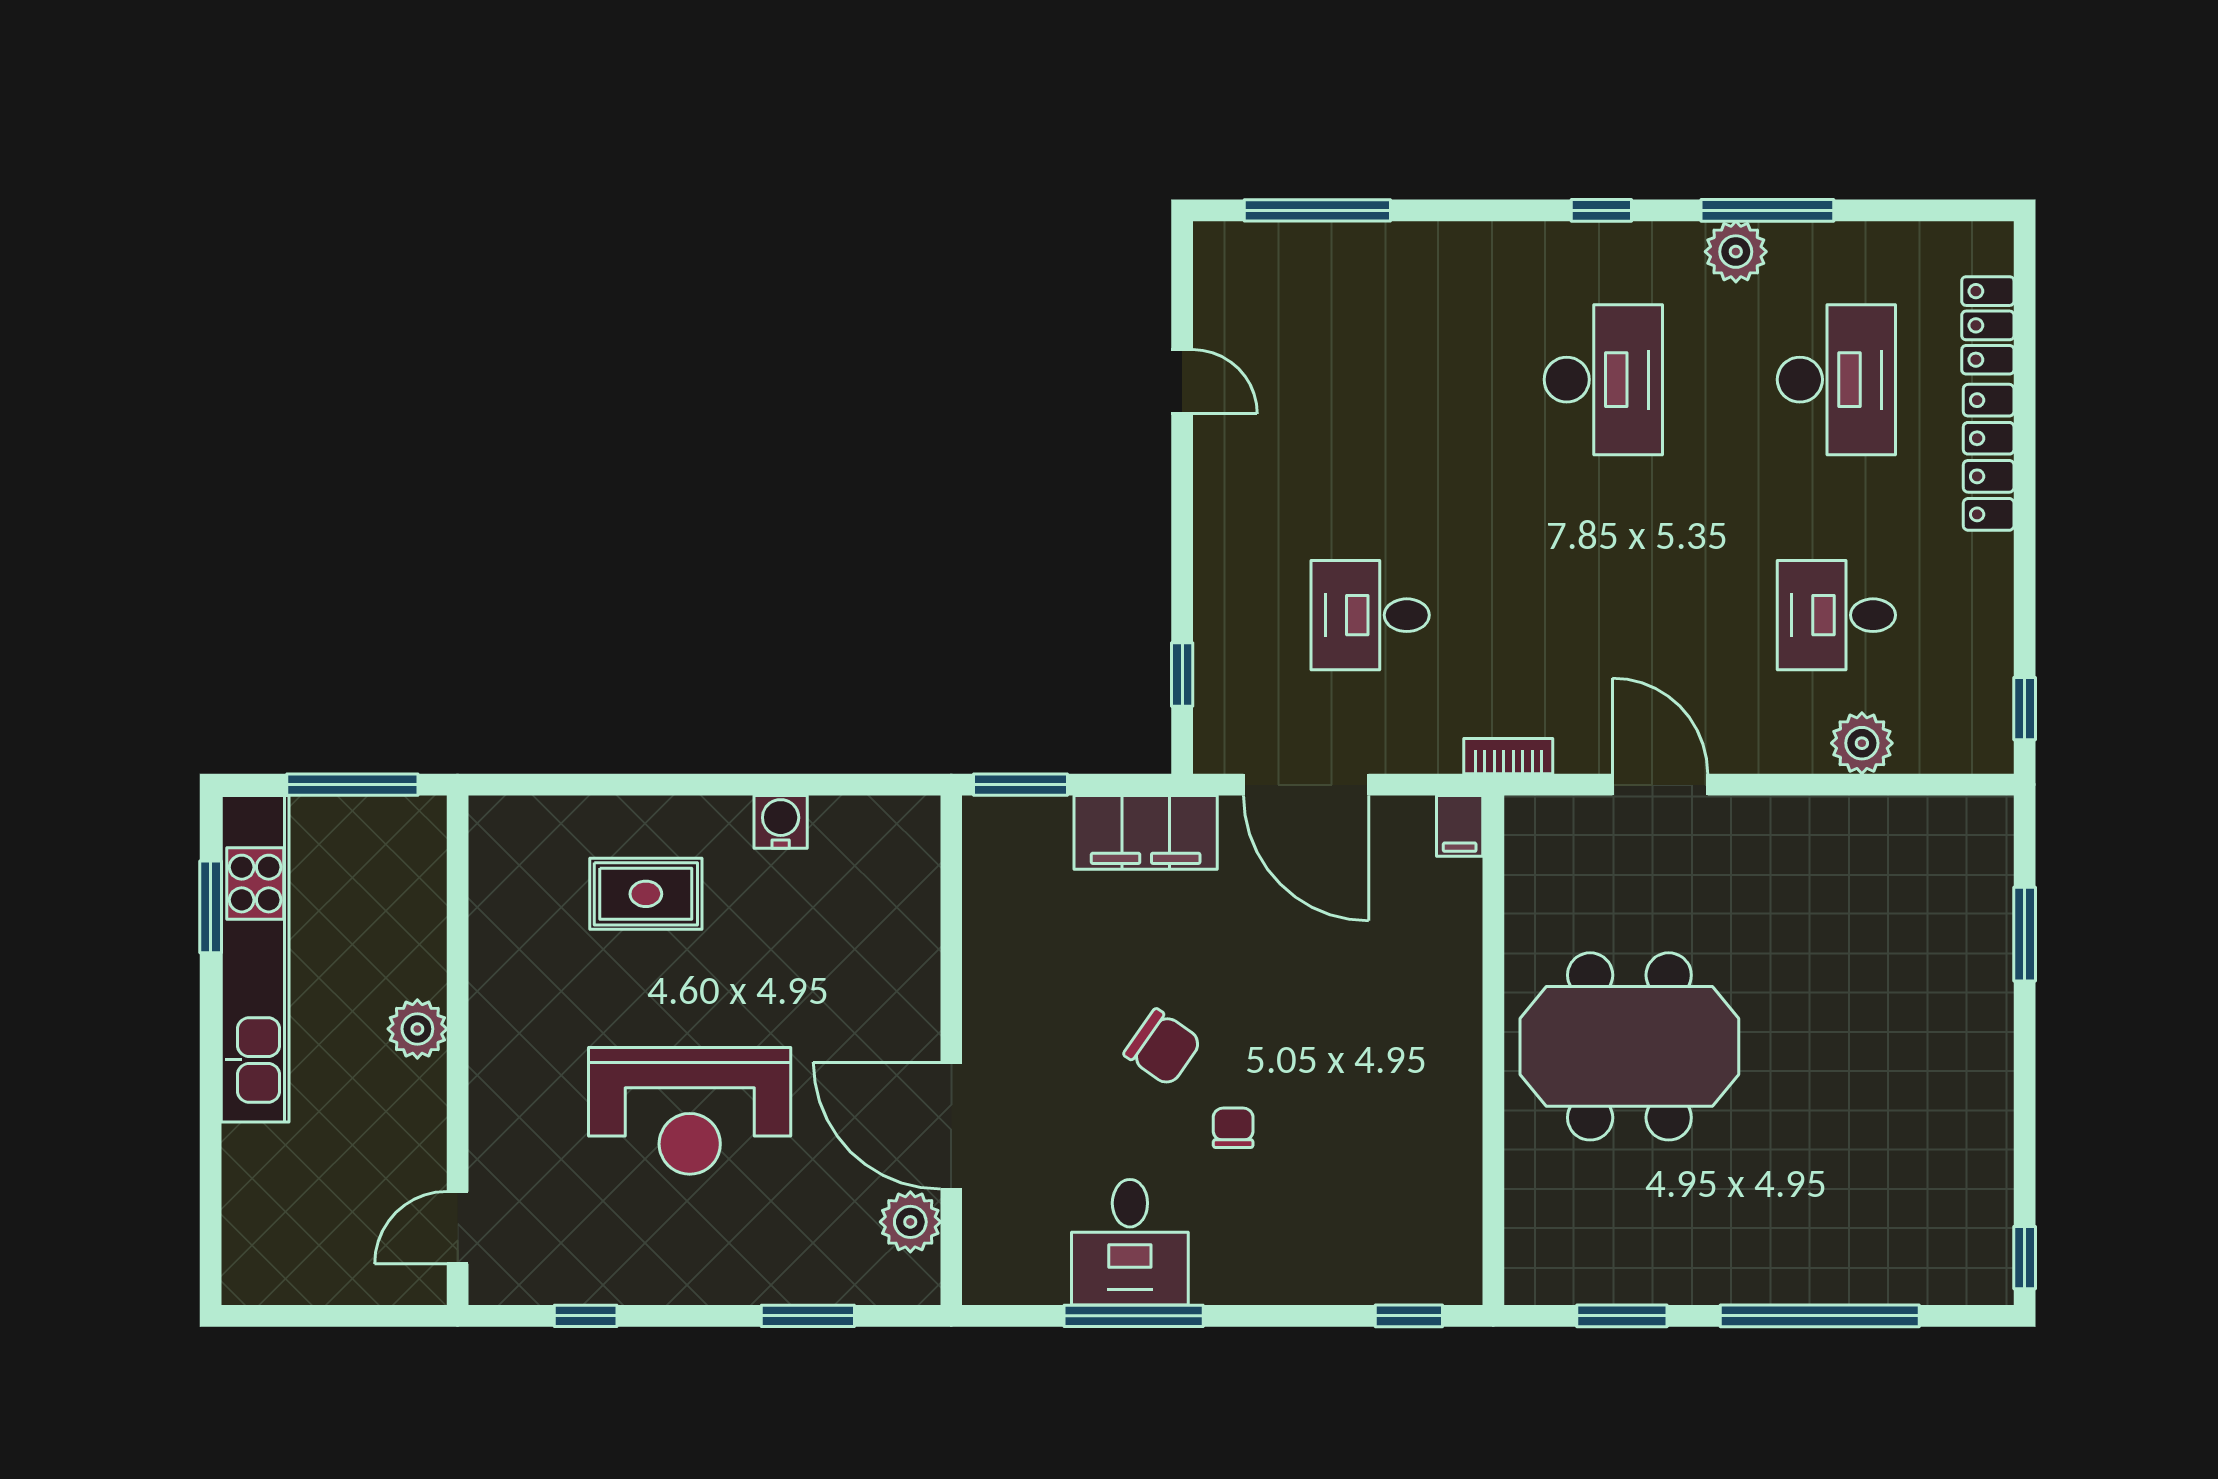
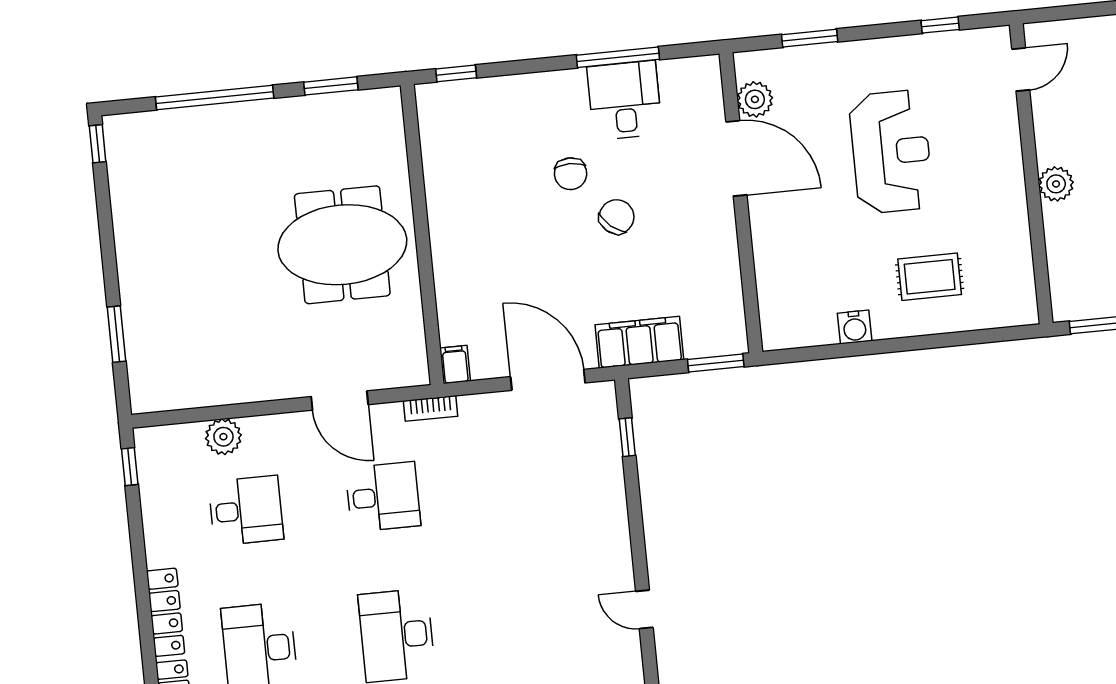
desk: (1370, 615) -> (383, 497), moved
chair: (1163, 1047) -> (617, 217), turned 95
reception desk: (690, 1111) -> (891, 152), turned 90
chair: (1233, 1128) -> (571, 174), width x1.37, depth x1.37

